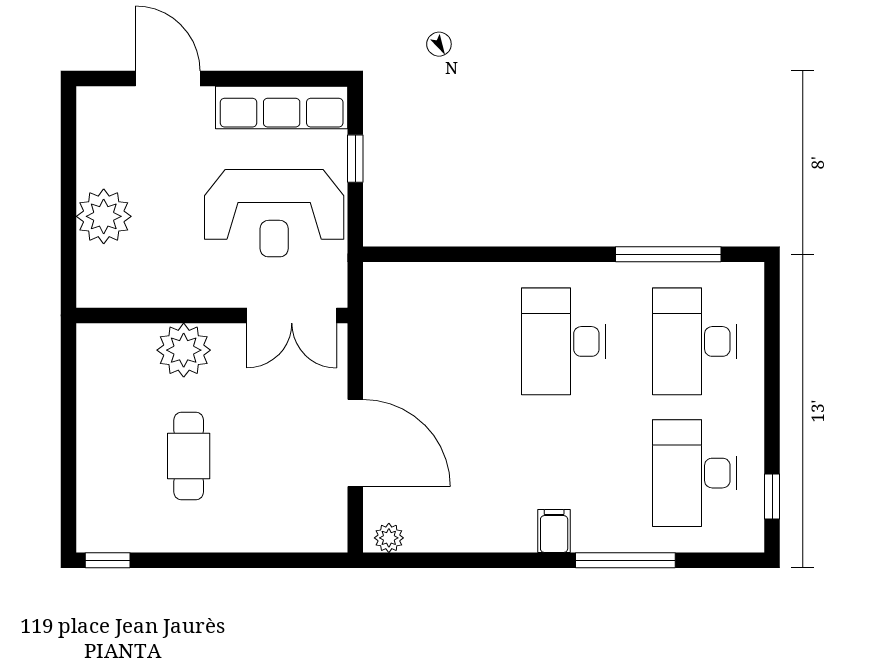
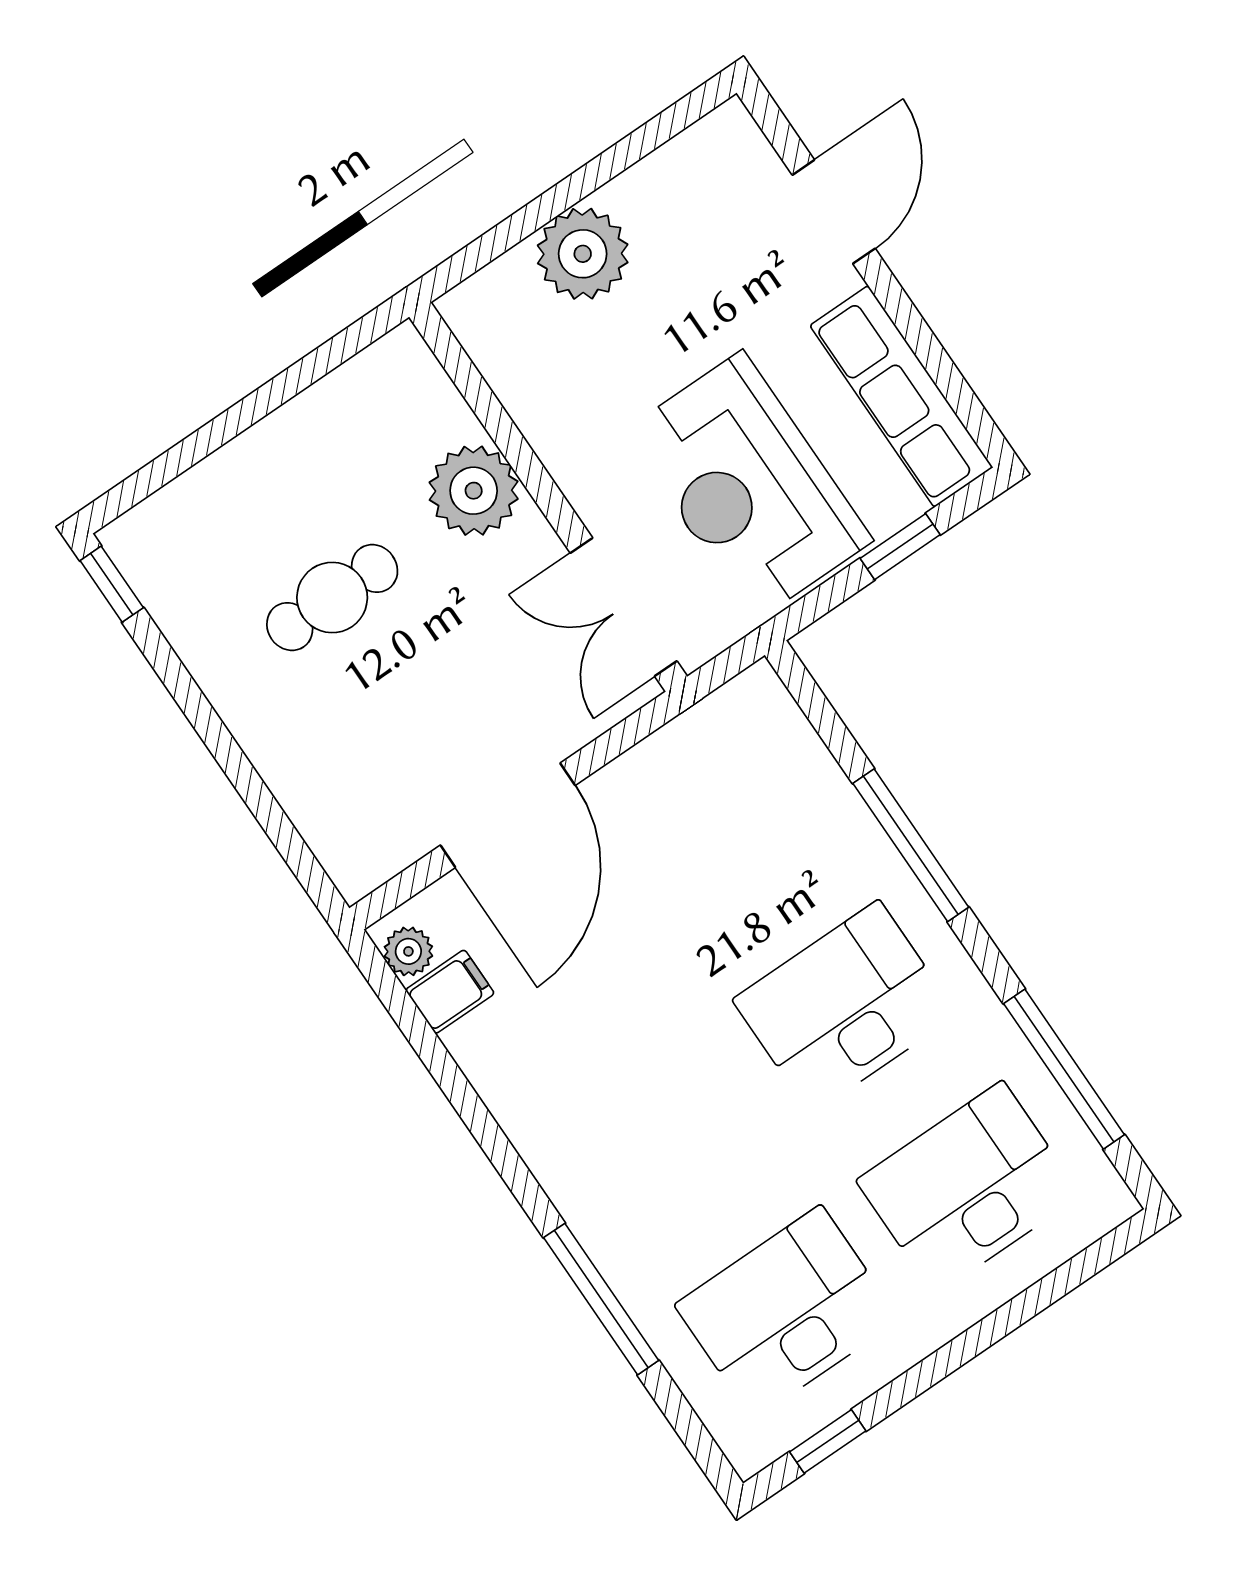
window: (506, 254) -> (911, 845), added
filing cabinet: (554, 531) -> (450, 992), moved

